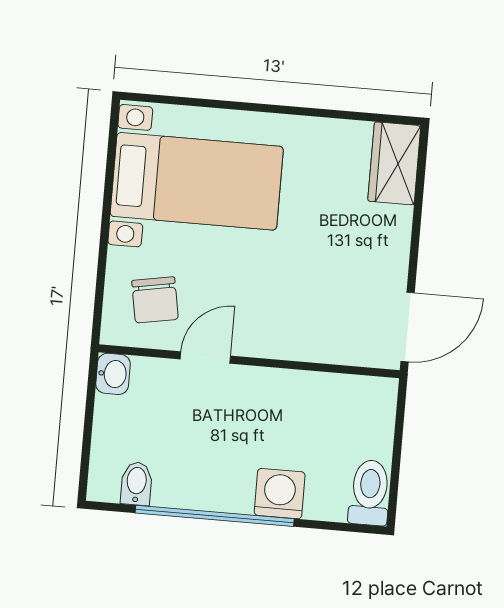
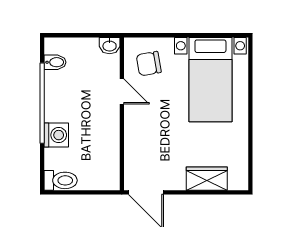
wardrobe: (394, 163) -> (207, 179), moved

